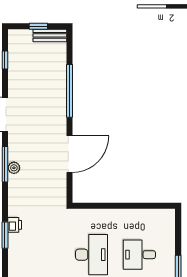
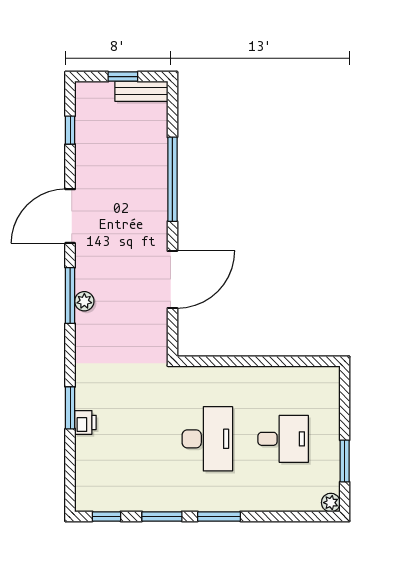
printer: (15, 225) -> (85, 422), moved
desk: (139, 255) -> (283, 439), turned 180

